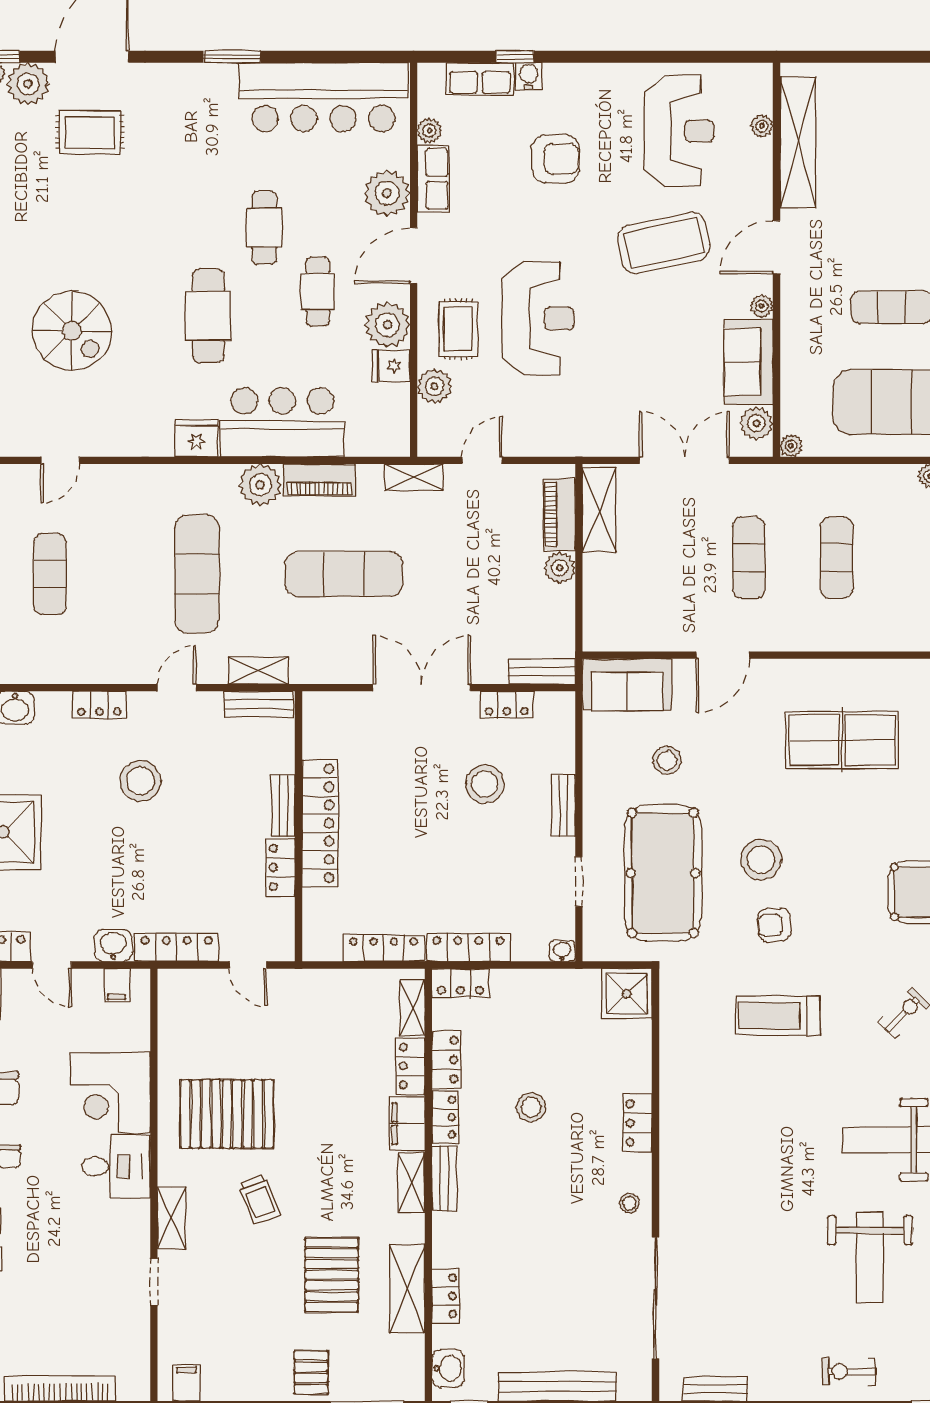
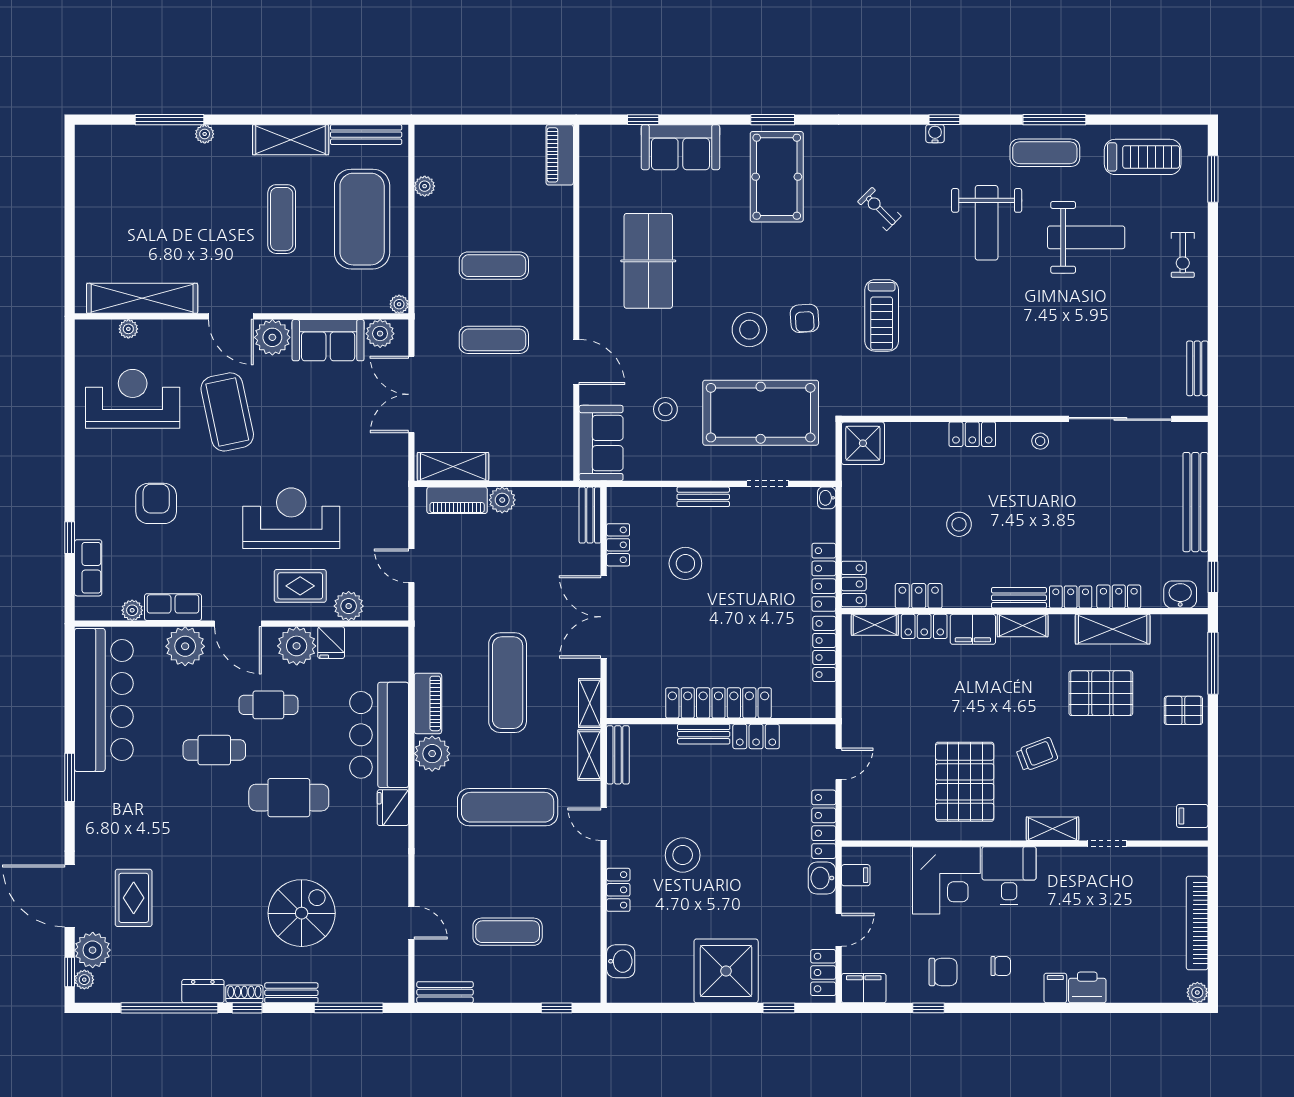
water cooler: (529, 76) -> (86, 526), removed
plant: (762, 306) -> (272, 337), width x1.88, depth x1.88
shelving: (414, 477) -> (590, 703), moved
locker: (445, 1117) -> (1071, 597), moved

